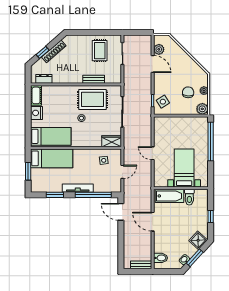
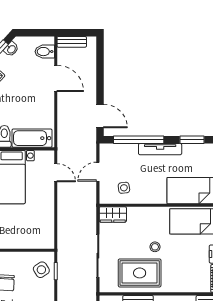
door: (153, 153) -> (56, 173), moved
door: (153, 222) -> (56, 78), moved

